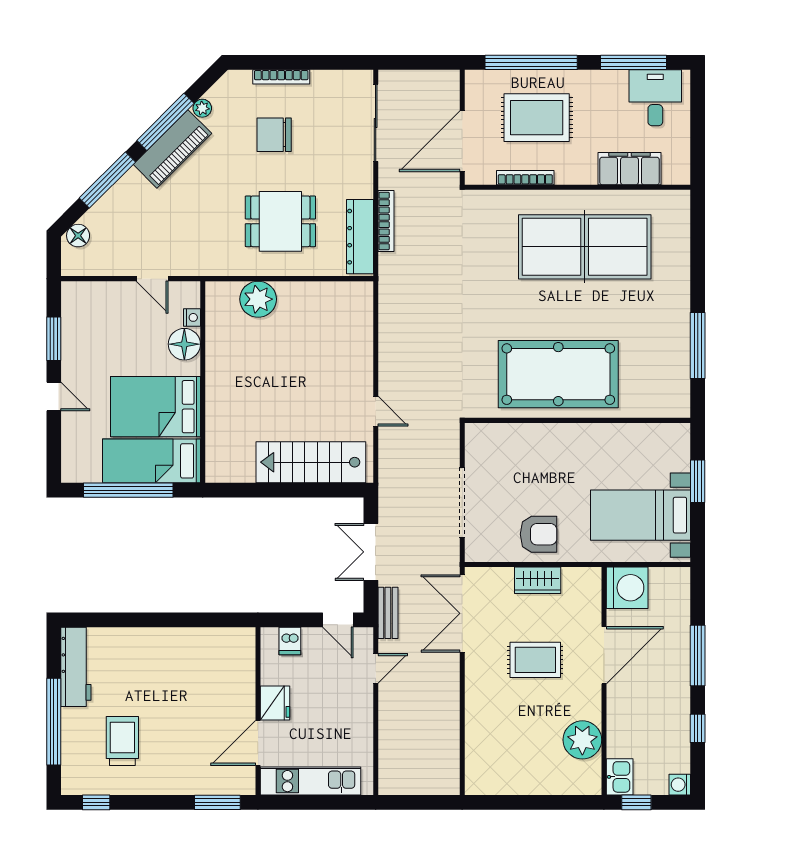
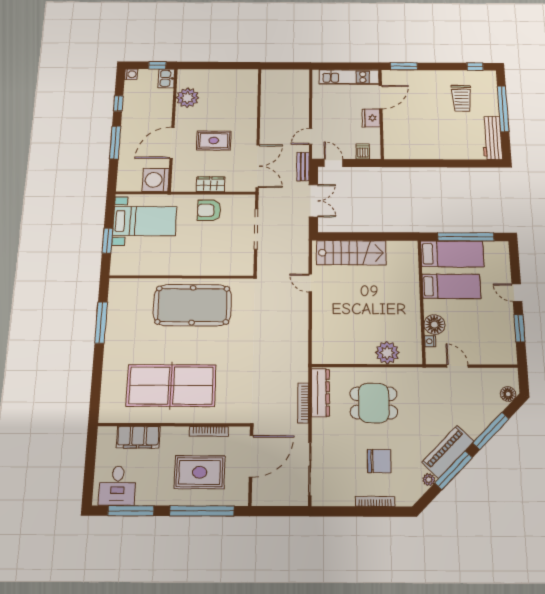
bed: (155, 407) -> (451, 286), width x0.67

